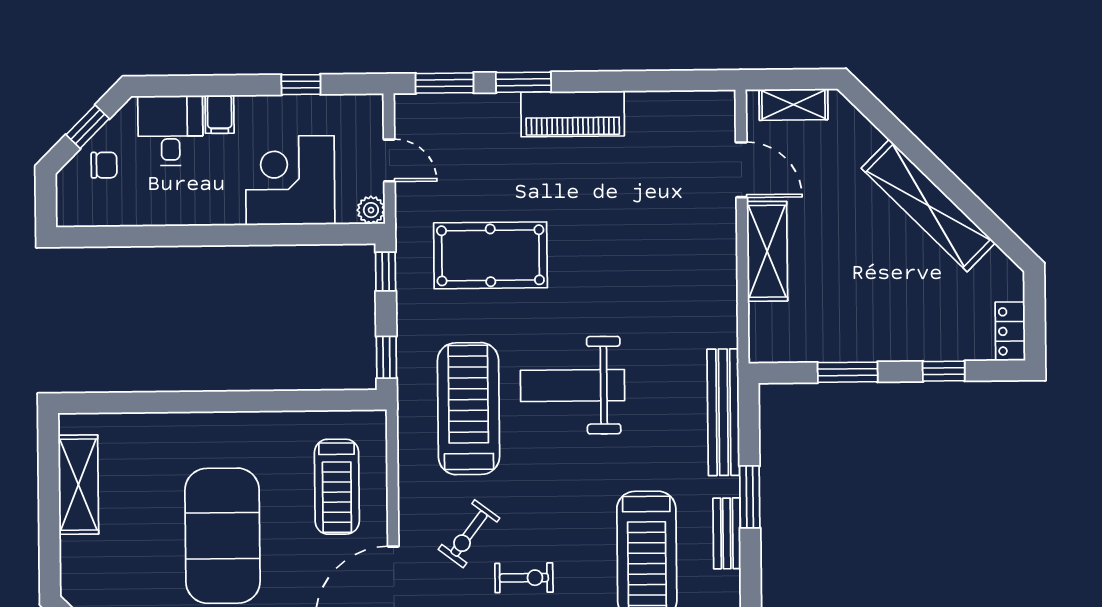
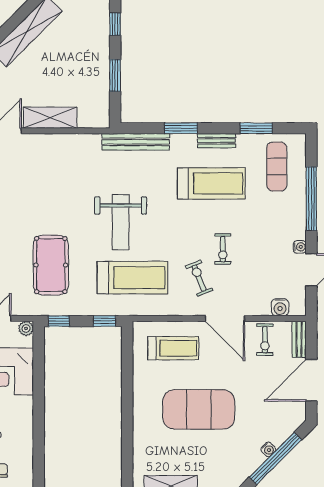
treadmill: (468, 409) -> (132, 278), turned 180
bench: (727, 533) -> (217, 141), moved
exercise bike: (469, 534) -> (199, 278), turned -149
exercise bike: (524, 578) -> (223, 249), turned 180

